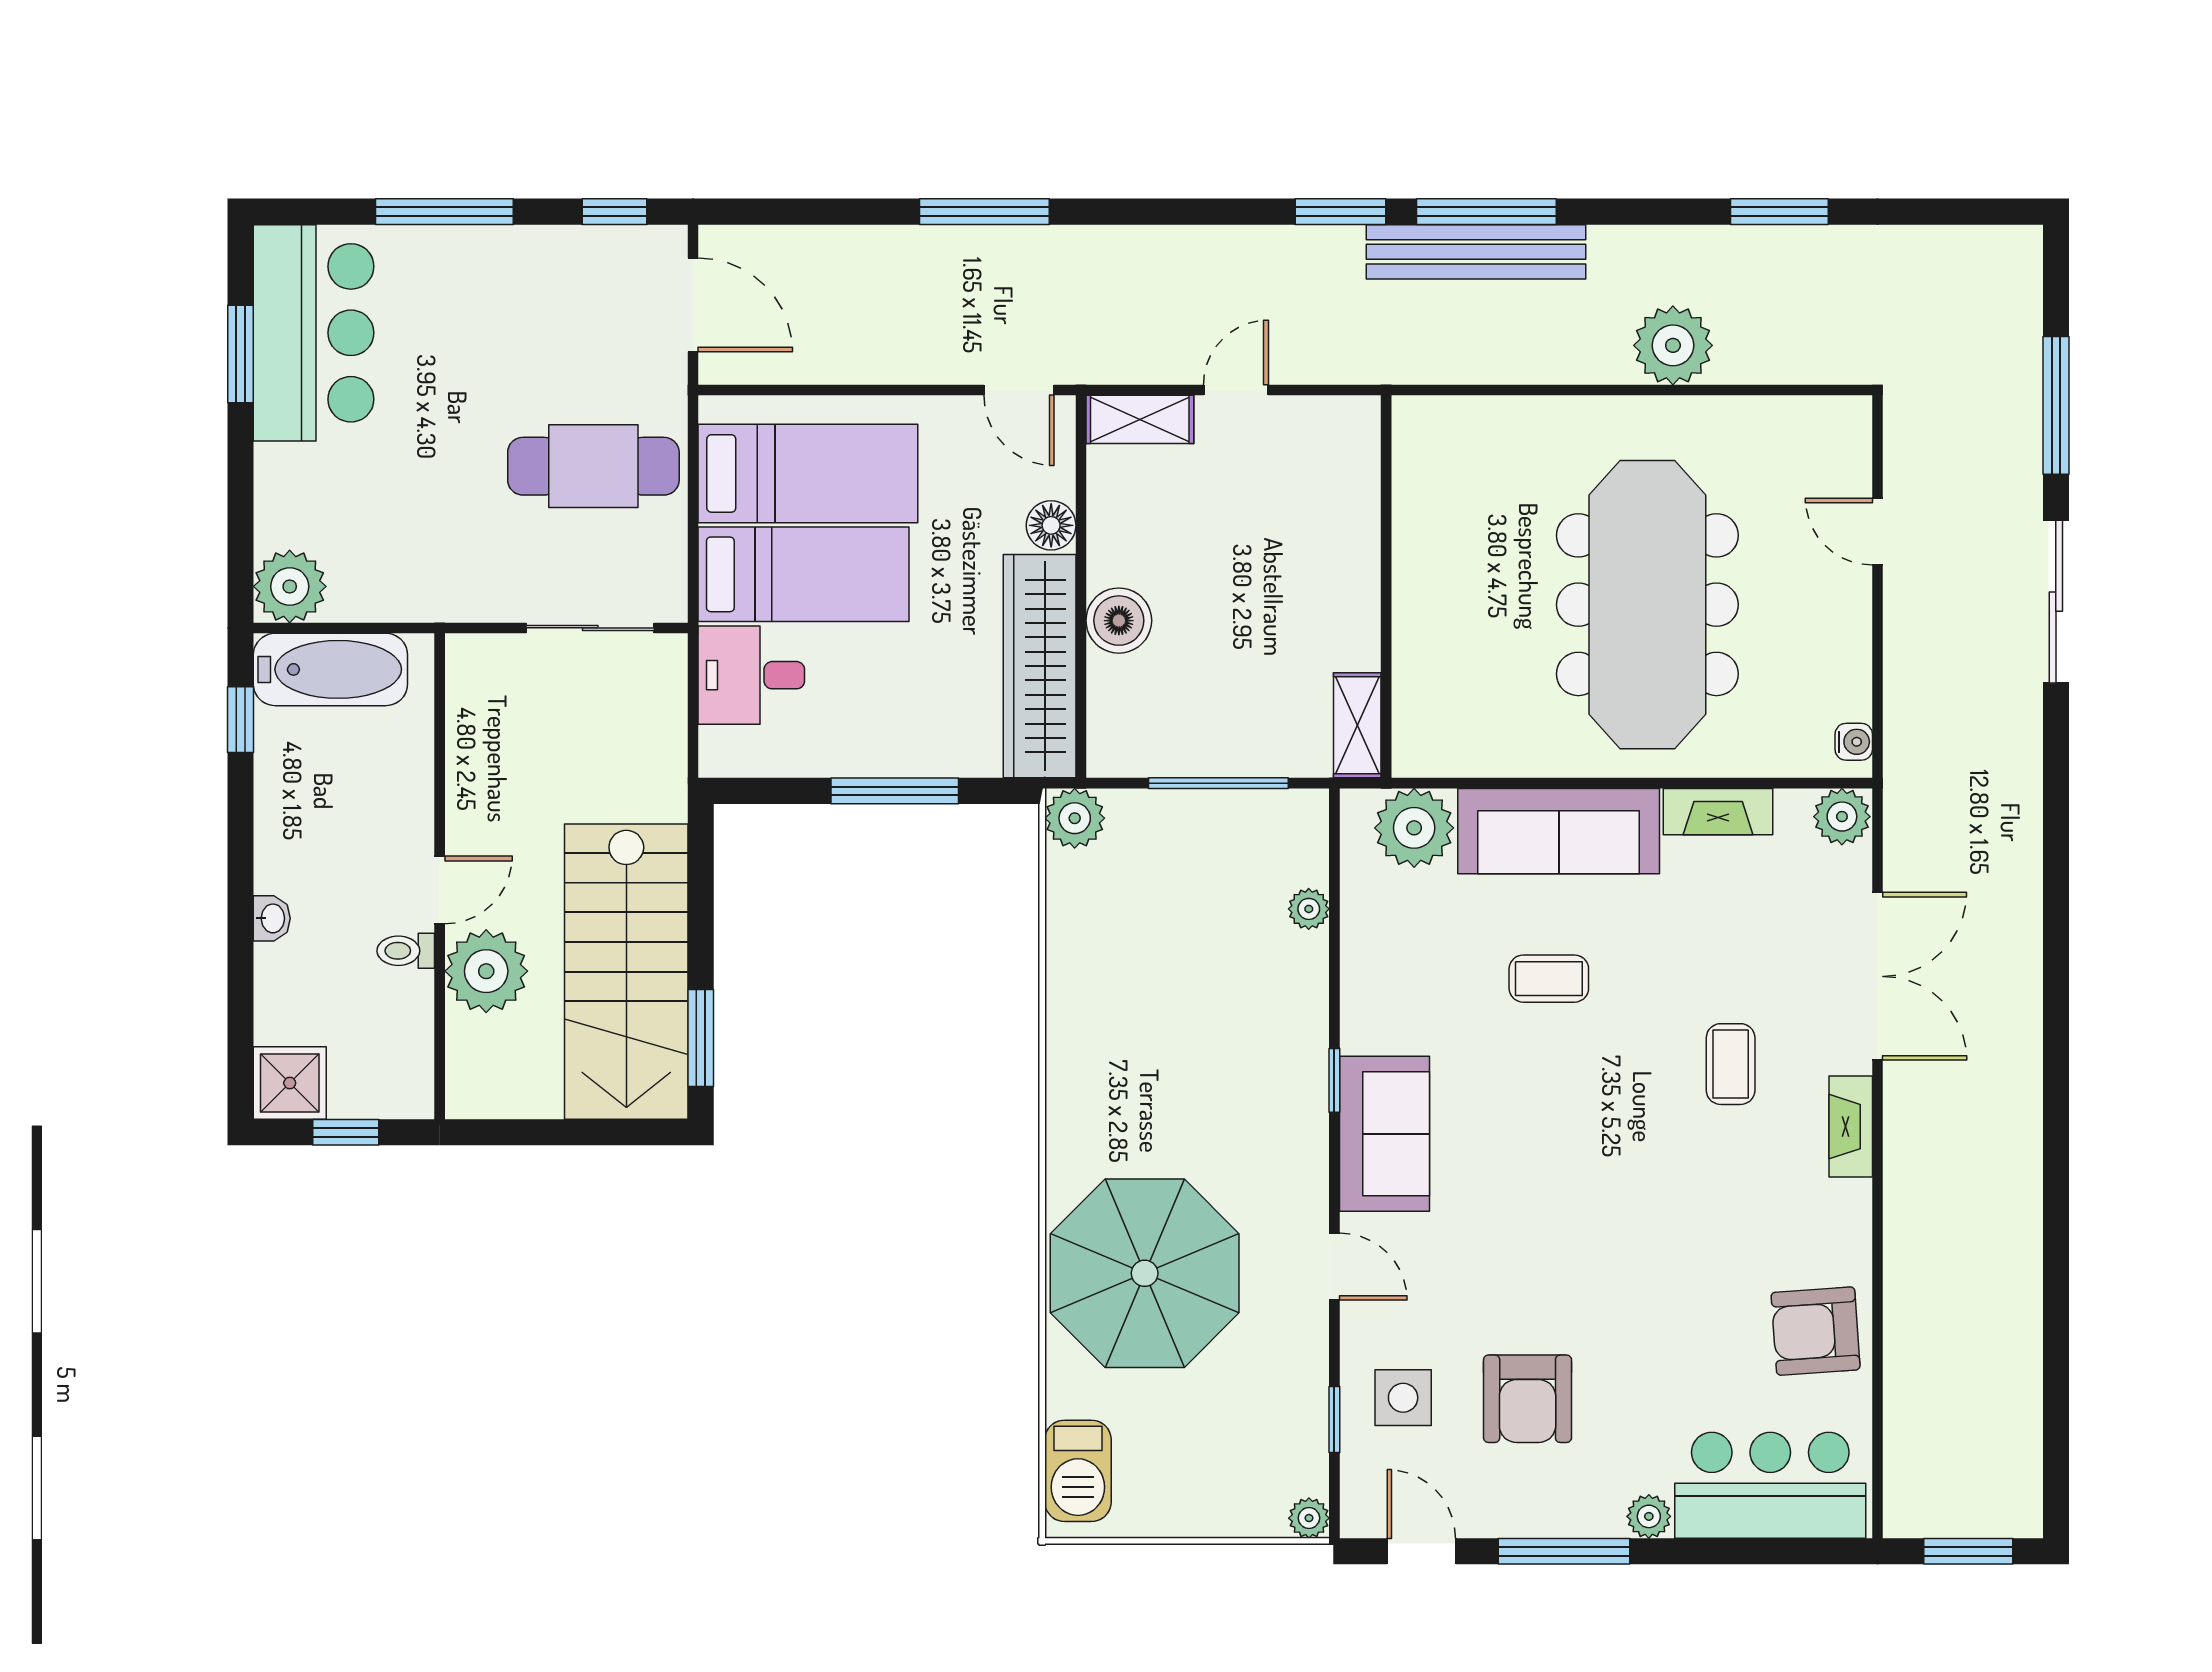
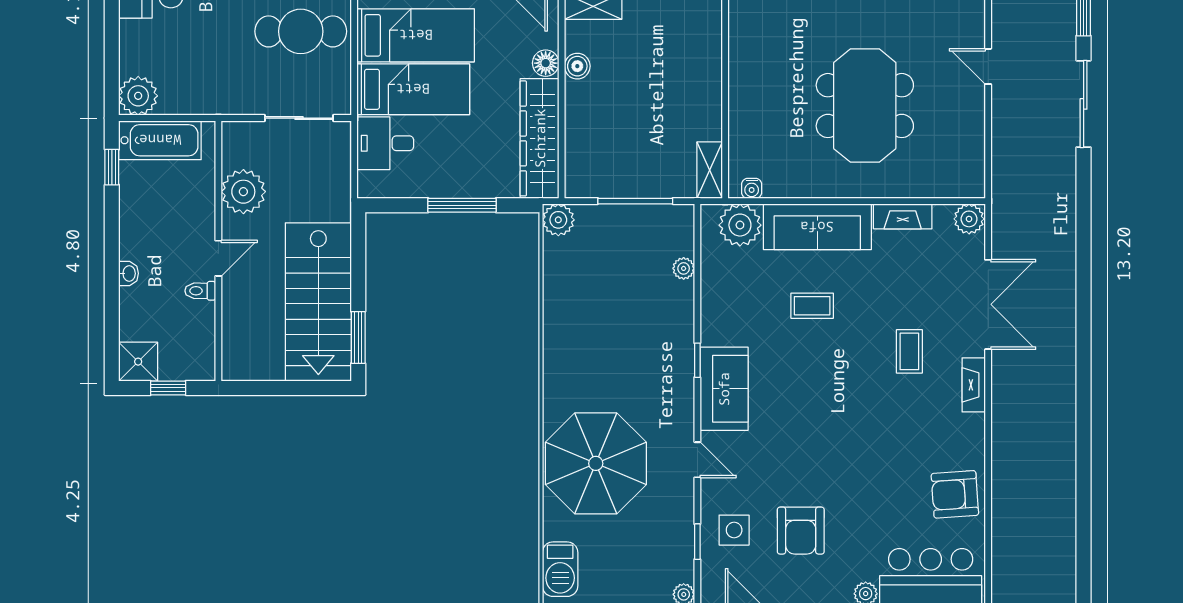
meeting table: (1647, 605) -> (865, 106), width x0.73
boiler: (1119, 621) -> (577, 66), moved, width x0.73, depth x0.73
water cooler: (1854, 742) -> (752, 188), moved, turned 90
plant: (486, 971) -> (243, 192), moved

